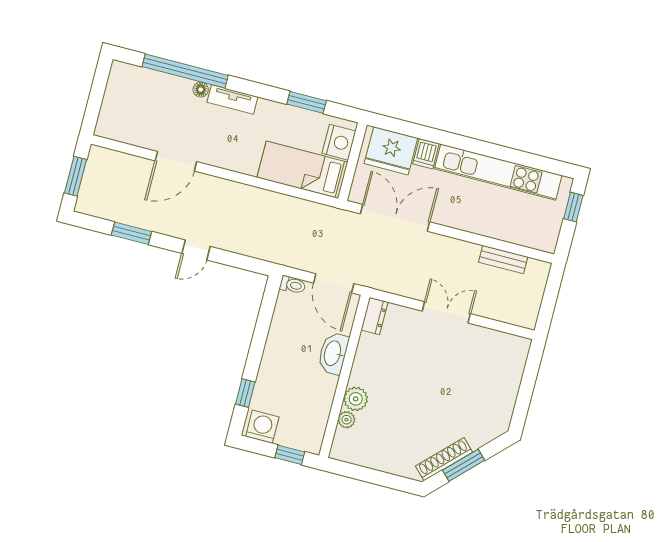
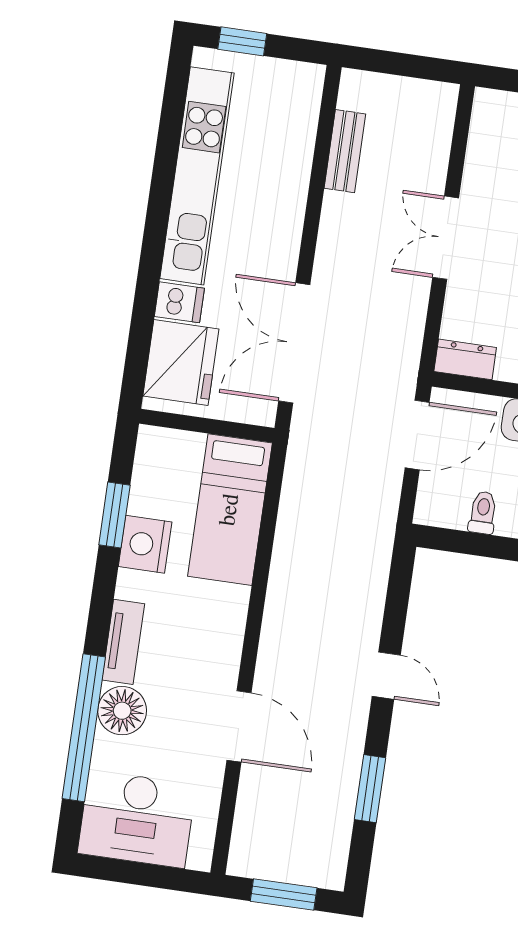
floor lamp: (201, 90) -> (122, 711), width x1.89, depth x1.89
desk: (129, 96) -> (137, 819), added
nightstand: (339, 142) -> (145, 544), moved, turned -90
toilet: (293, 285) -> (483, 513), moved

